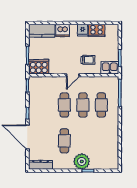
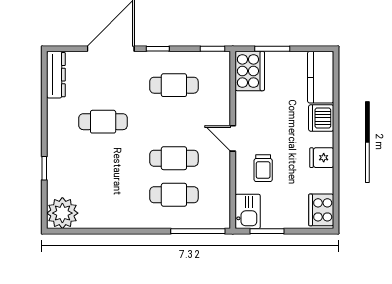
cooker: (97, 30) -> (321, 210), moved
cafe table: (64, 105) -> (174, 85), moved
plant: (82, 161) -> (62, 213), moved

